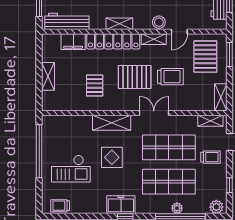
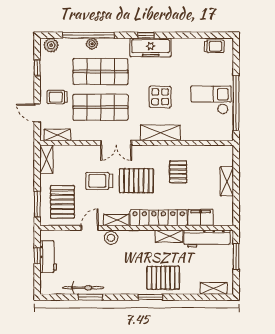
shelving: (119, 24) -> (169, 236), moved
checkout: (71, 169) -> (211, 100), moved
freezer: (121, 205) -> (151, 47), width x1.40

